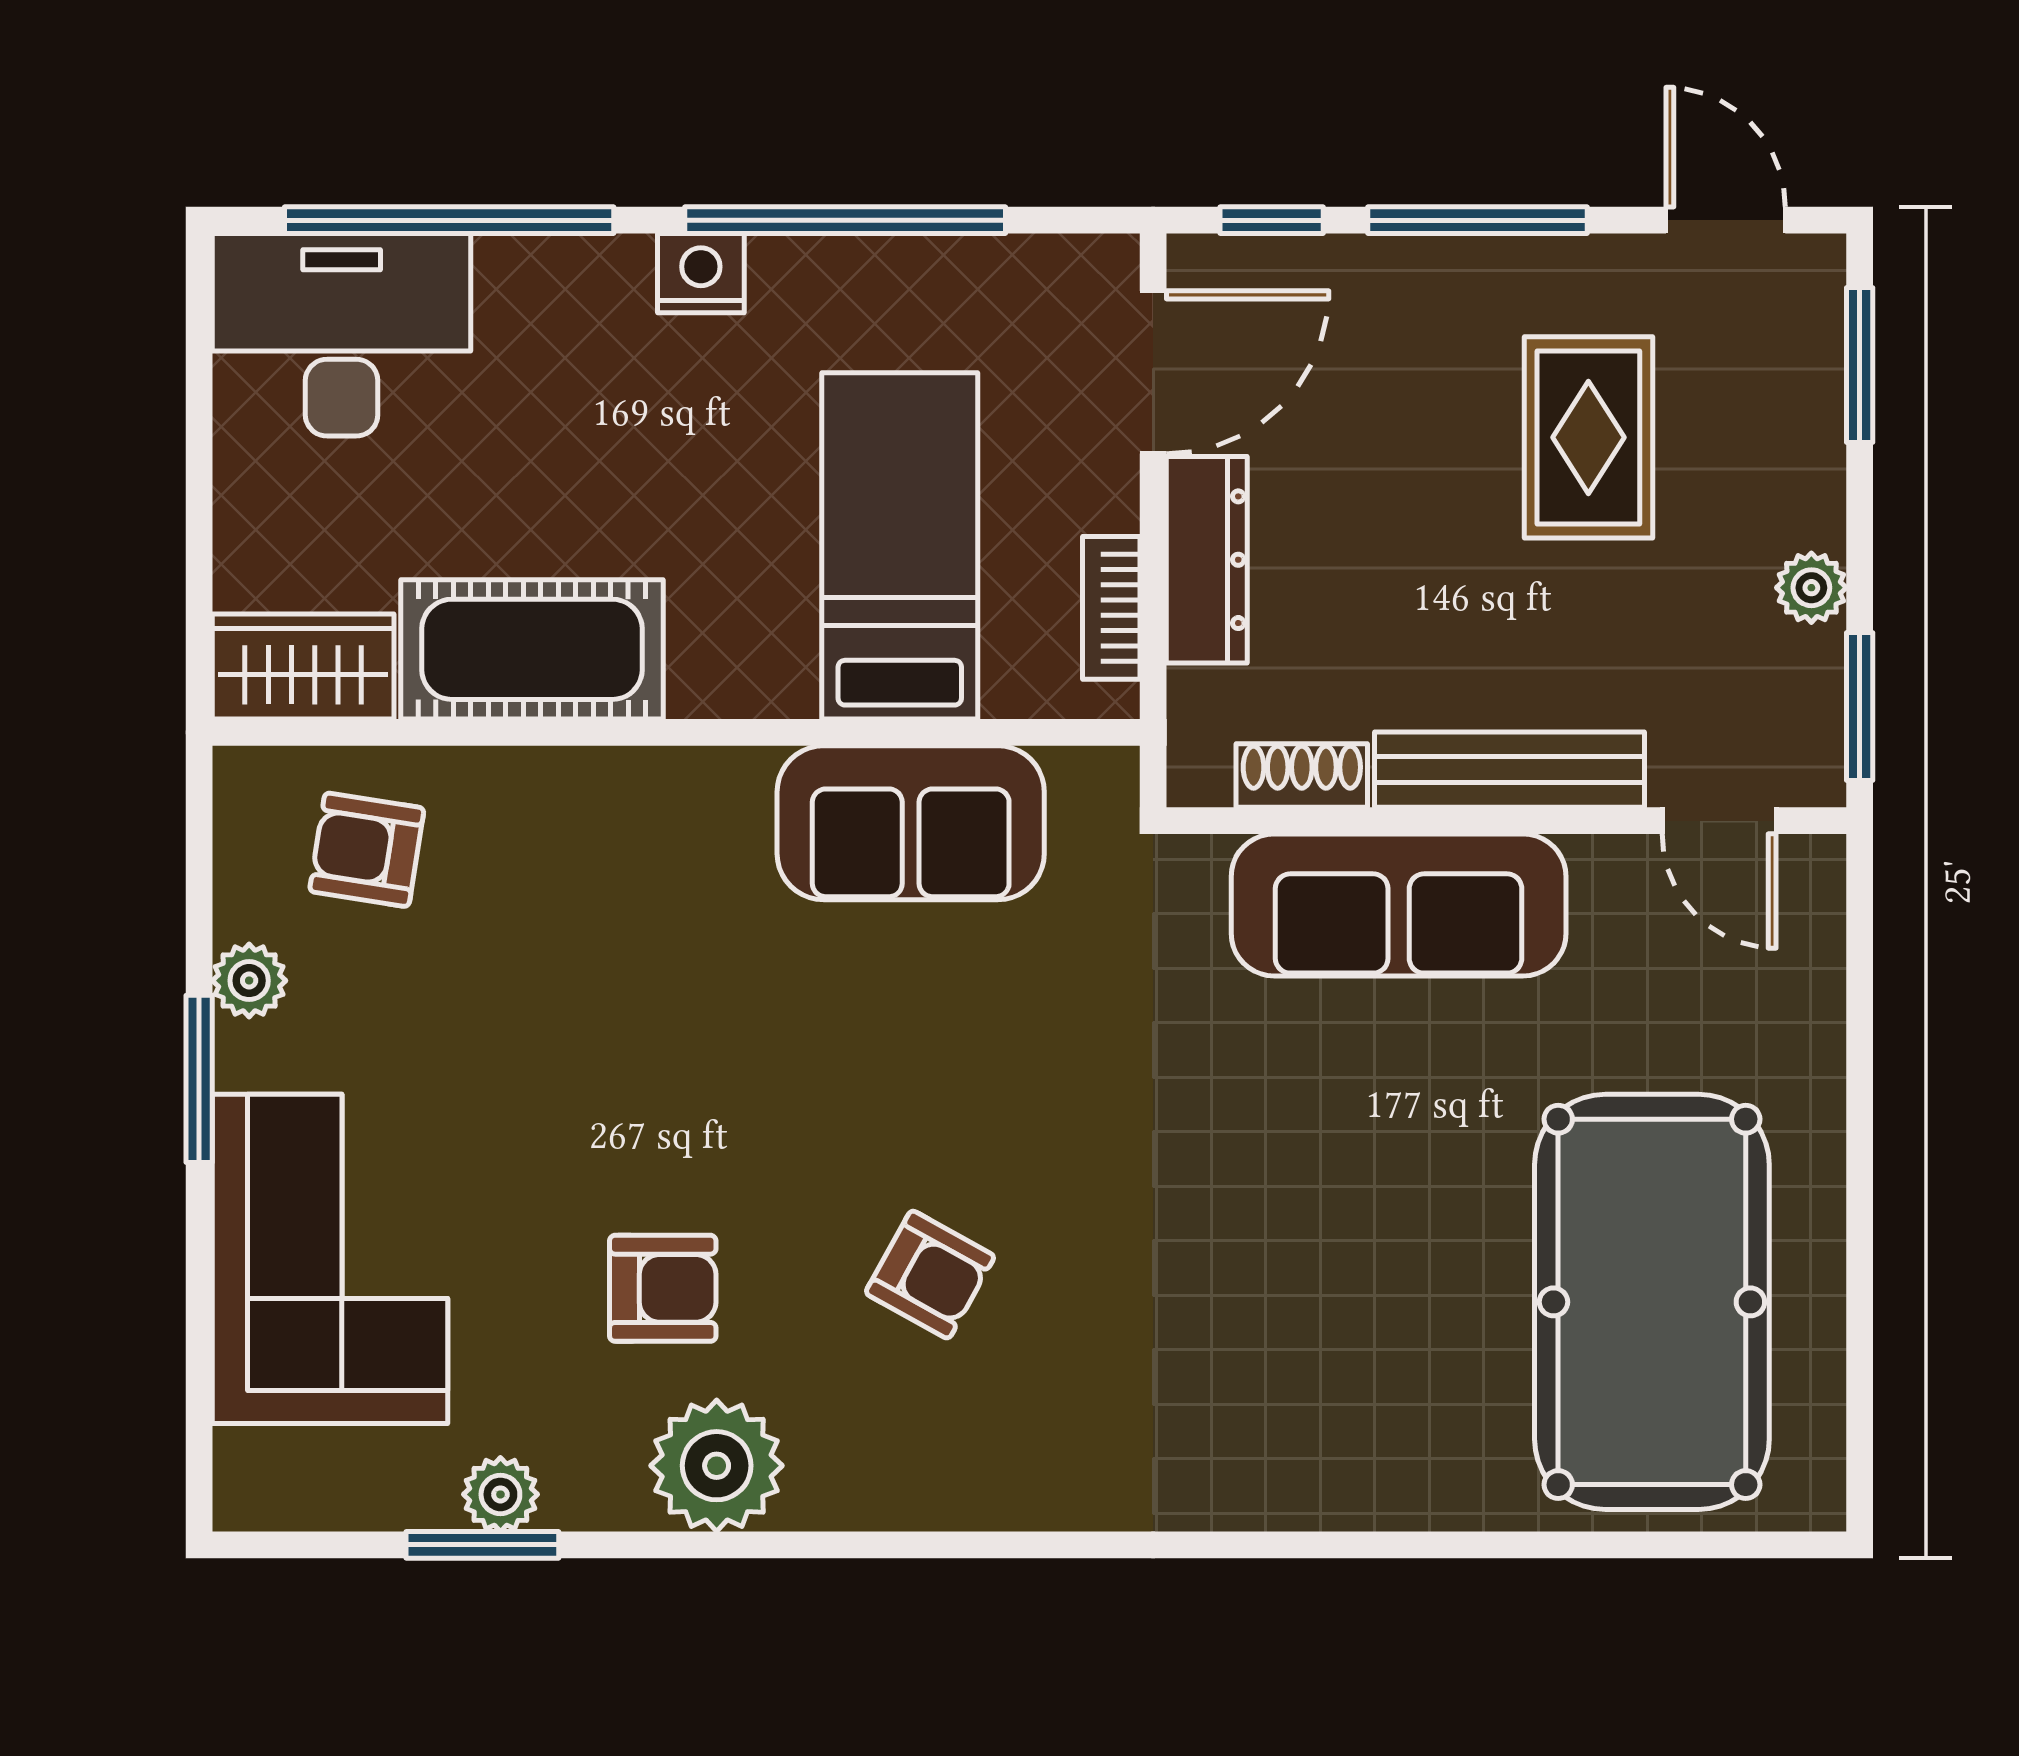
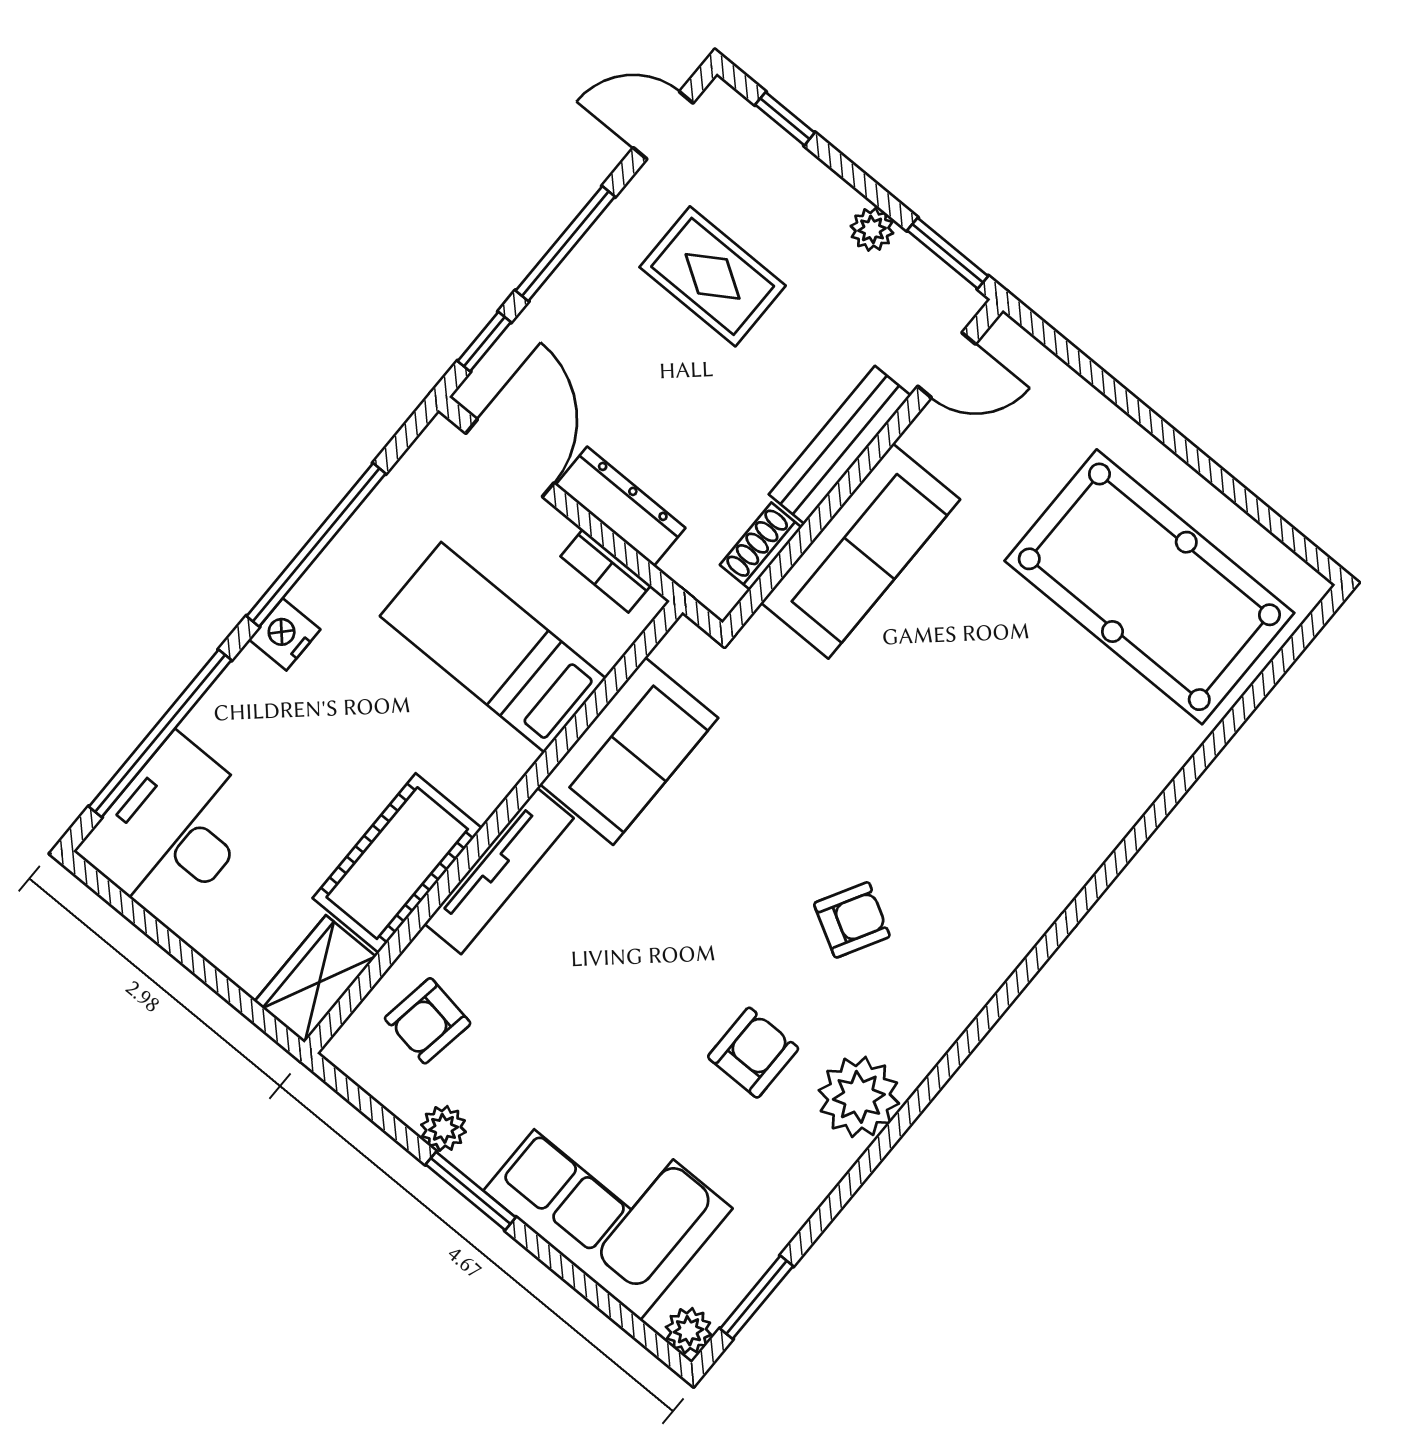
window: (1860, 365) -> (785, 119), width x0.67
tv unit: (627, 784) -> (499, 871), added
plant: (500, 1494) -> (688, 1331), moved
window: (482, 1545) -> (757, 1297), moved

